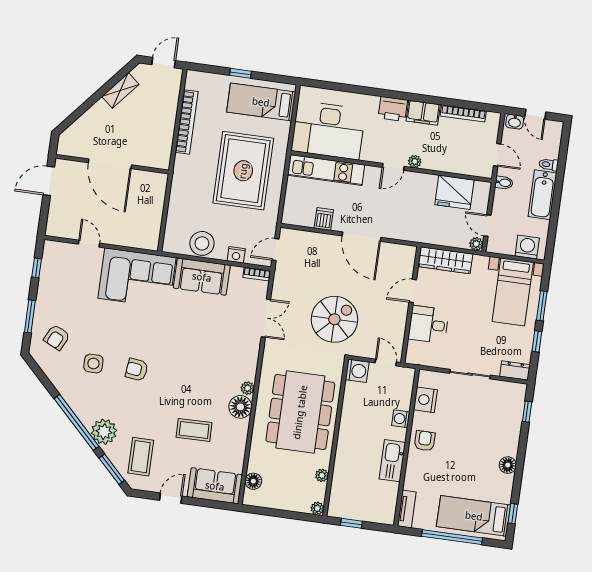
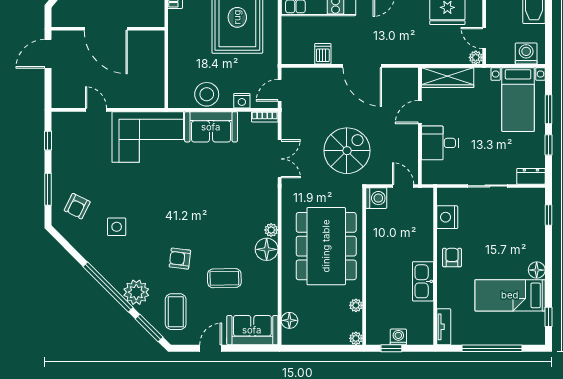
armchair: (137, 370) -> (180, 259), moved
washing machine: (401, 419) -> (398, 337), moved, turned 90
bed: (474, 516) -> (510, 295), moved

